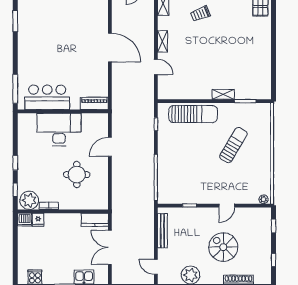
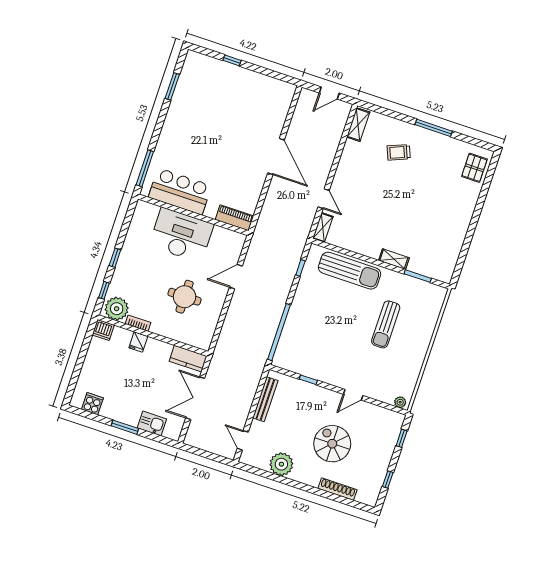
shelving: (162, 41) -> (323, 227), moved
sun lounger: (233, 145) -> (386, 324), turned 149
fridge: (38, 220) -> (138, 342), moved

